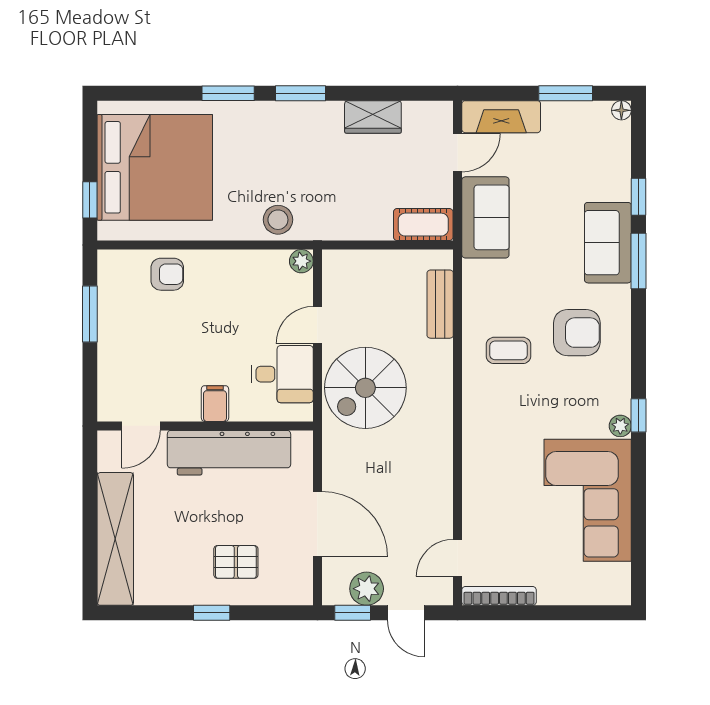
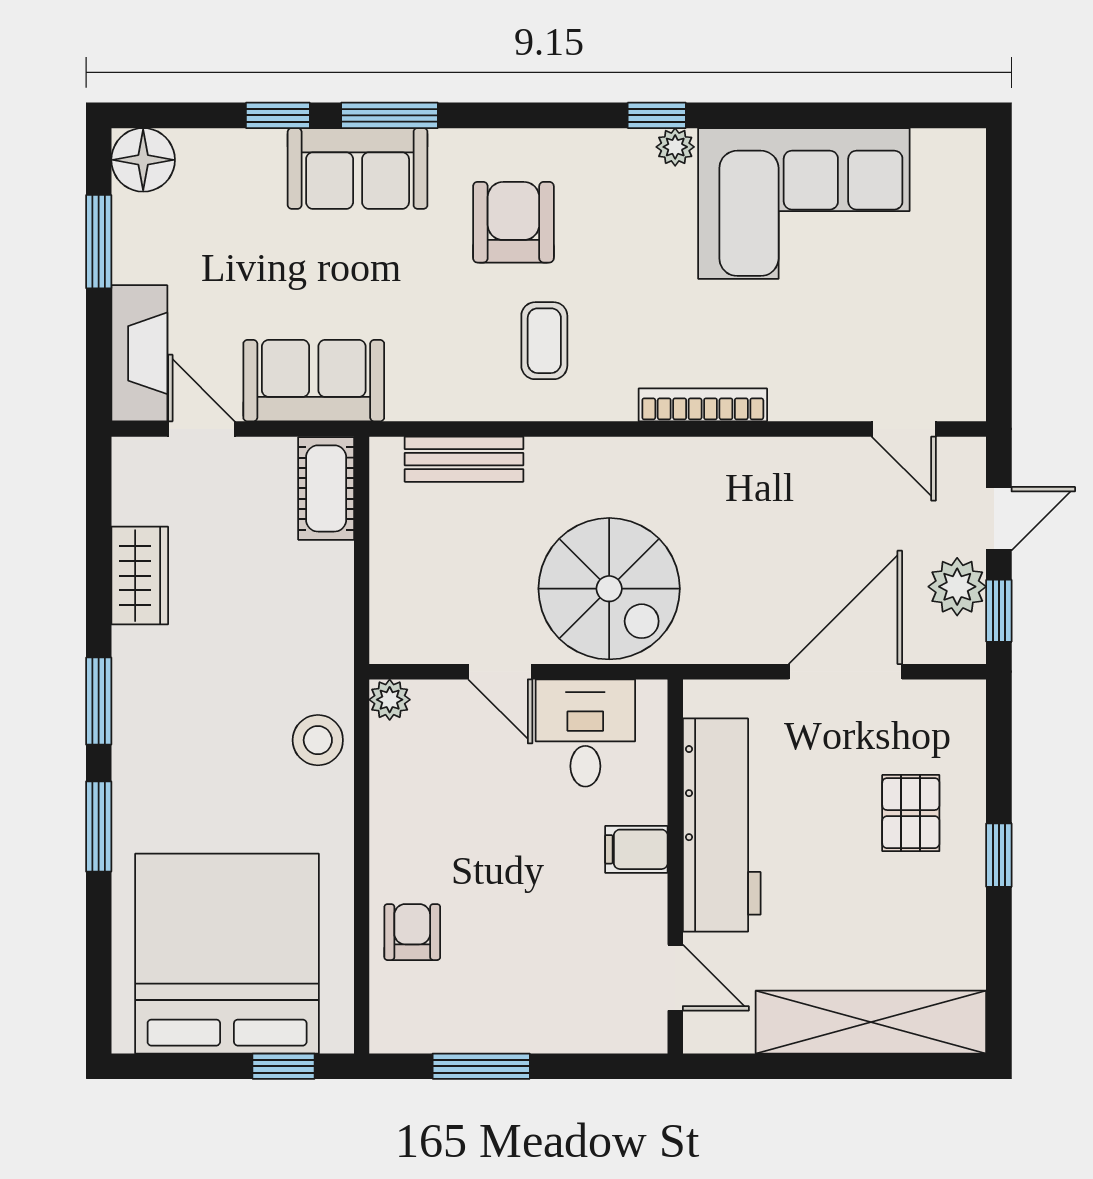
floor lamp: (621, 110) -> (143, 160), width x1.89, depth x1.89
bookcase: (499, 596) -> (703, 405), moved, turned 90

